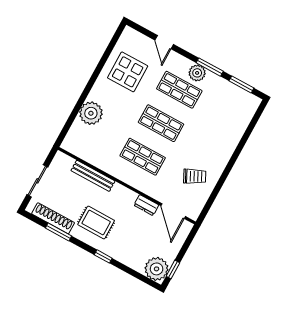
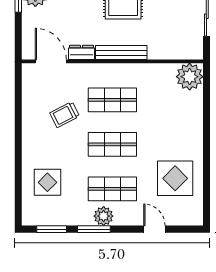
plant: (91, 113) -> (190, 77), moved
display table: (225, 121) -> (47, 182), added
bench: (93, 176) -> (121, 53), moved
trolley: (195, 176) -> (65, 115), moved

